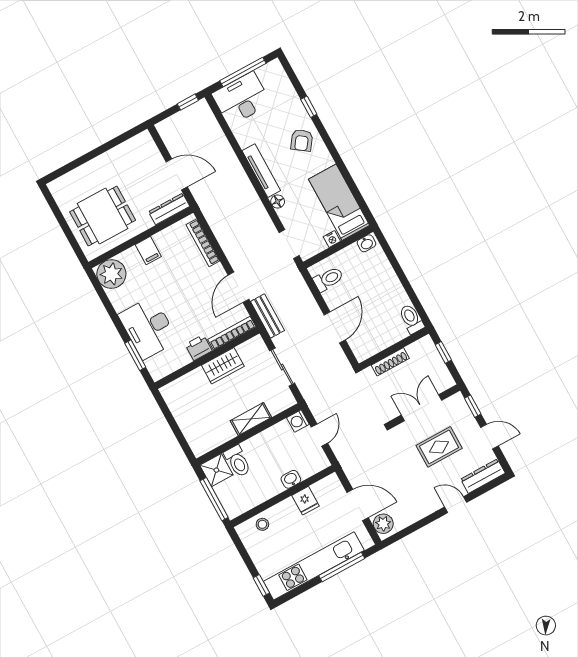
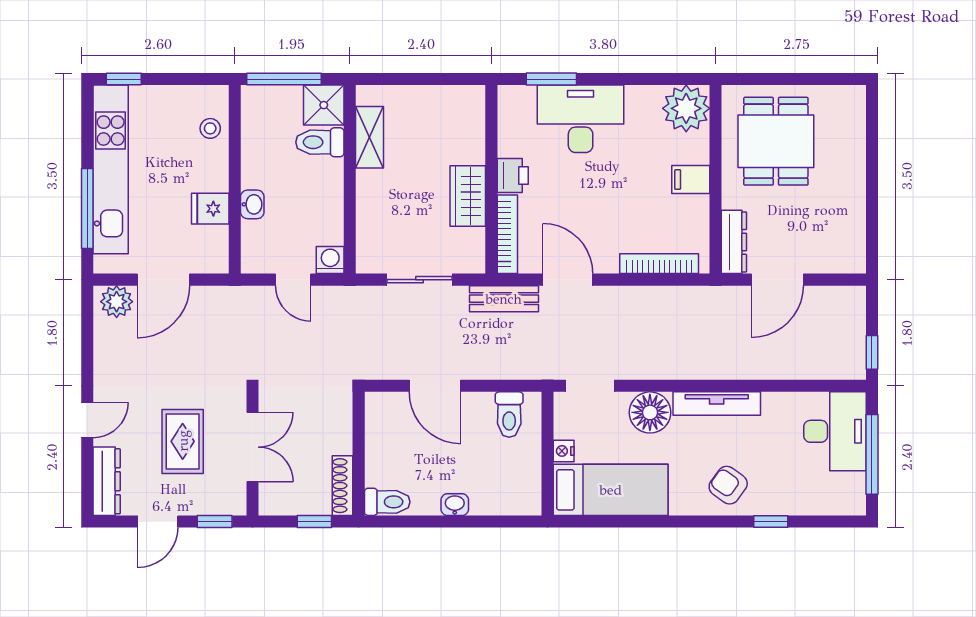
floor lamp: (278, 202) -> (650, 412), width x1.89, depth x1.89
washbasin: (366, 243) -> (455, 505), moved, turned 90
shoe rack: (390, 362) -> (343, 486), moved
shelving: (251, 419) -> (370, 137), moved

